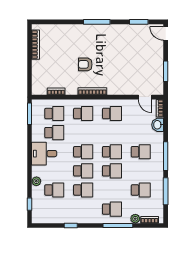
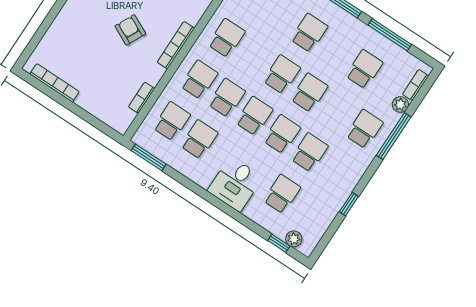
armchair: (85, 64) -> (130, 30), turned 116
school desk: (83, 133) -> (227, 98), added
desk: (44, 154) -> (235, 184), moved
plant: (36, 181) -> (294, 239), moved

